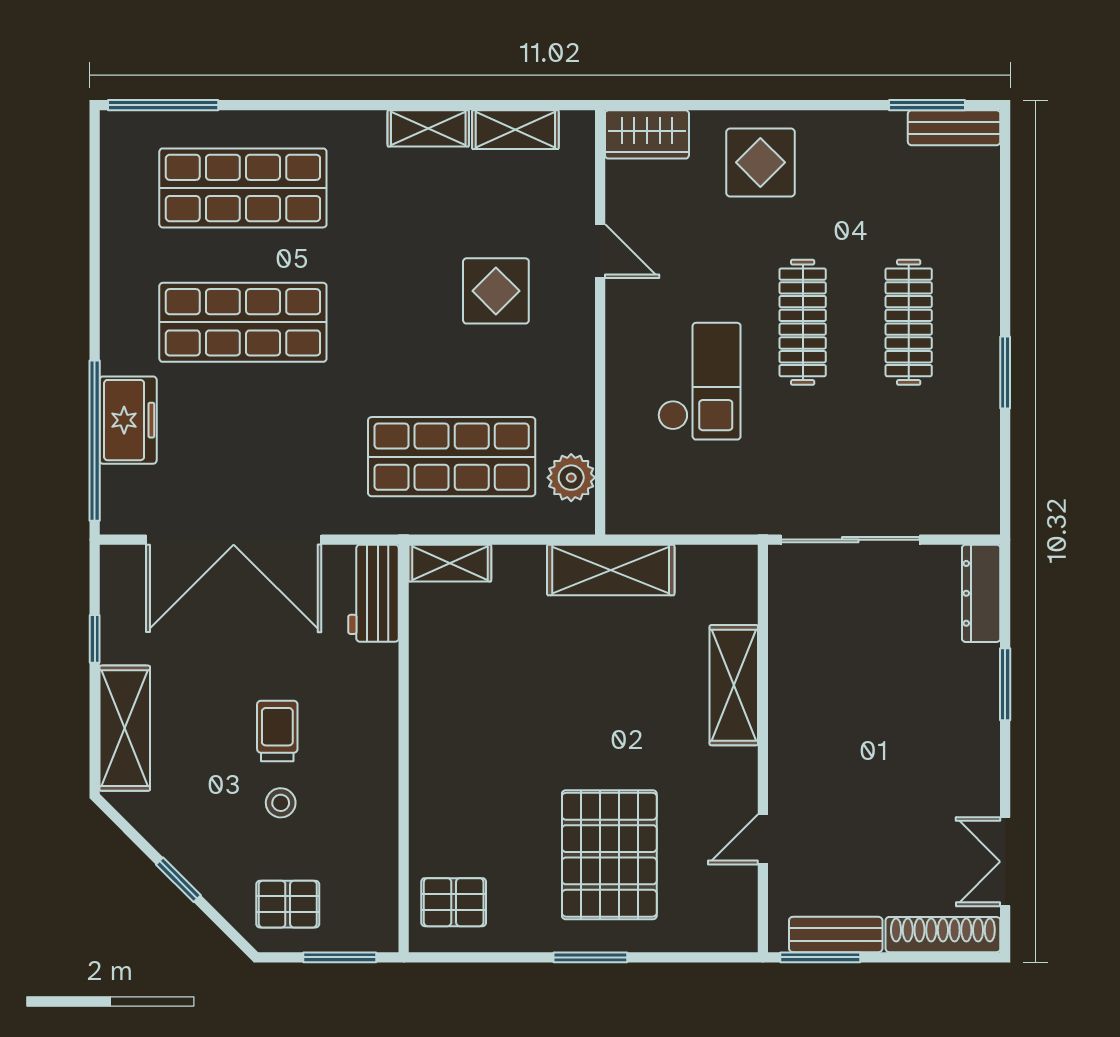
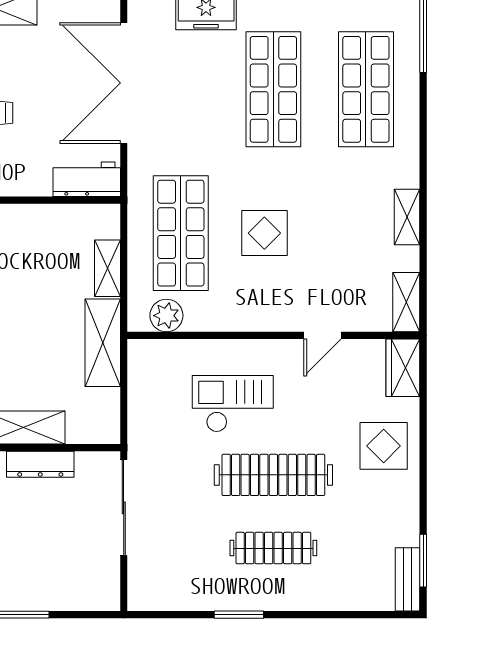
shelving: (515, 130) -> (406, 302), moved
display table: (496, 291) -> (264, 233), moved
clothes rail: (803, 322) -> (273, 475), width x1.37, depth x1.31
checkout: (699, 381) -> (233, 404), turned 180
shelving: (450, 563) -> (107, 268), moved
dresser: (981, 593) -> (40, 464), moved, turned 180

